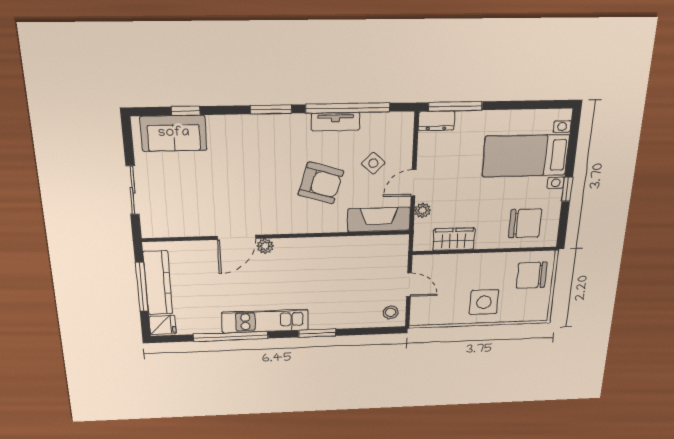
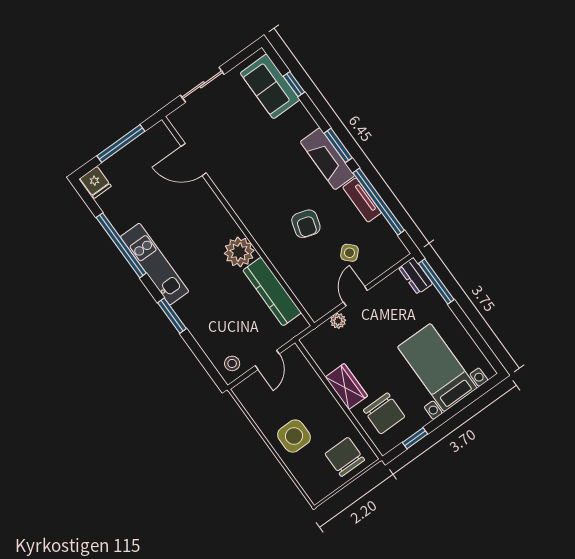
armchair: (321, 183) -> (306, 224), width x0.72, depth x0.72
door: (414, 183) -> (355, 296), hinge flipped
window: (567, 189) -> (415, 438), moved
fireplace: (379, 220) -> (327, 159), moved, turned 180
door: (237, 237) -> (194, 160), moved
wardrobe: (454, 239) -> (346, 386), moved
plant: (265, 246) -> (239, 252), moved, width x1.88, depth x1.88
kitchen counter: (158, 283) -> (272, 292), moved, turned 90

